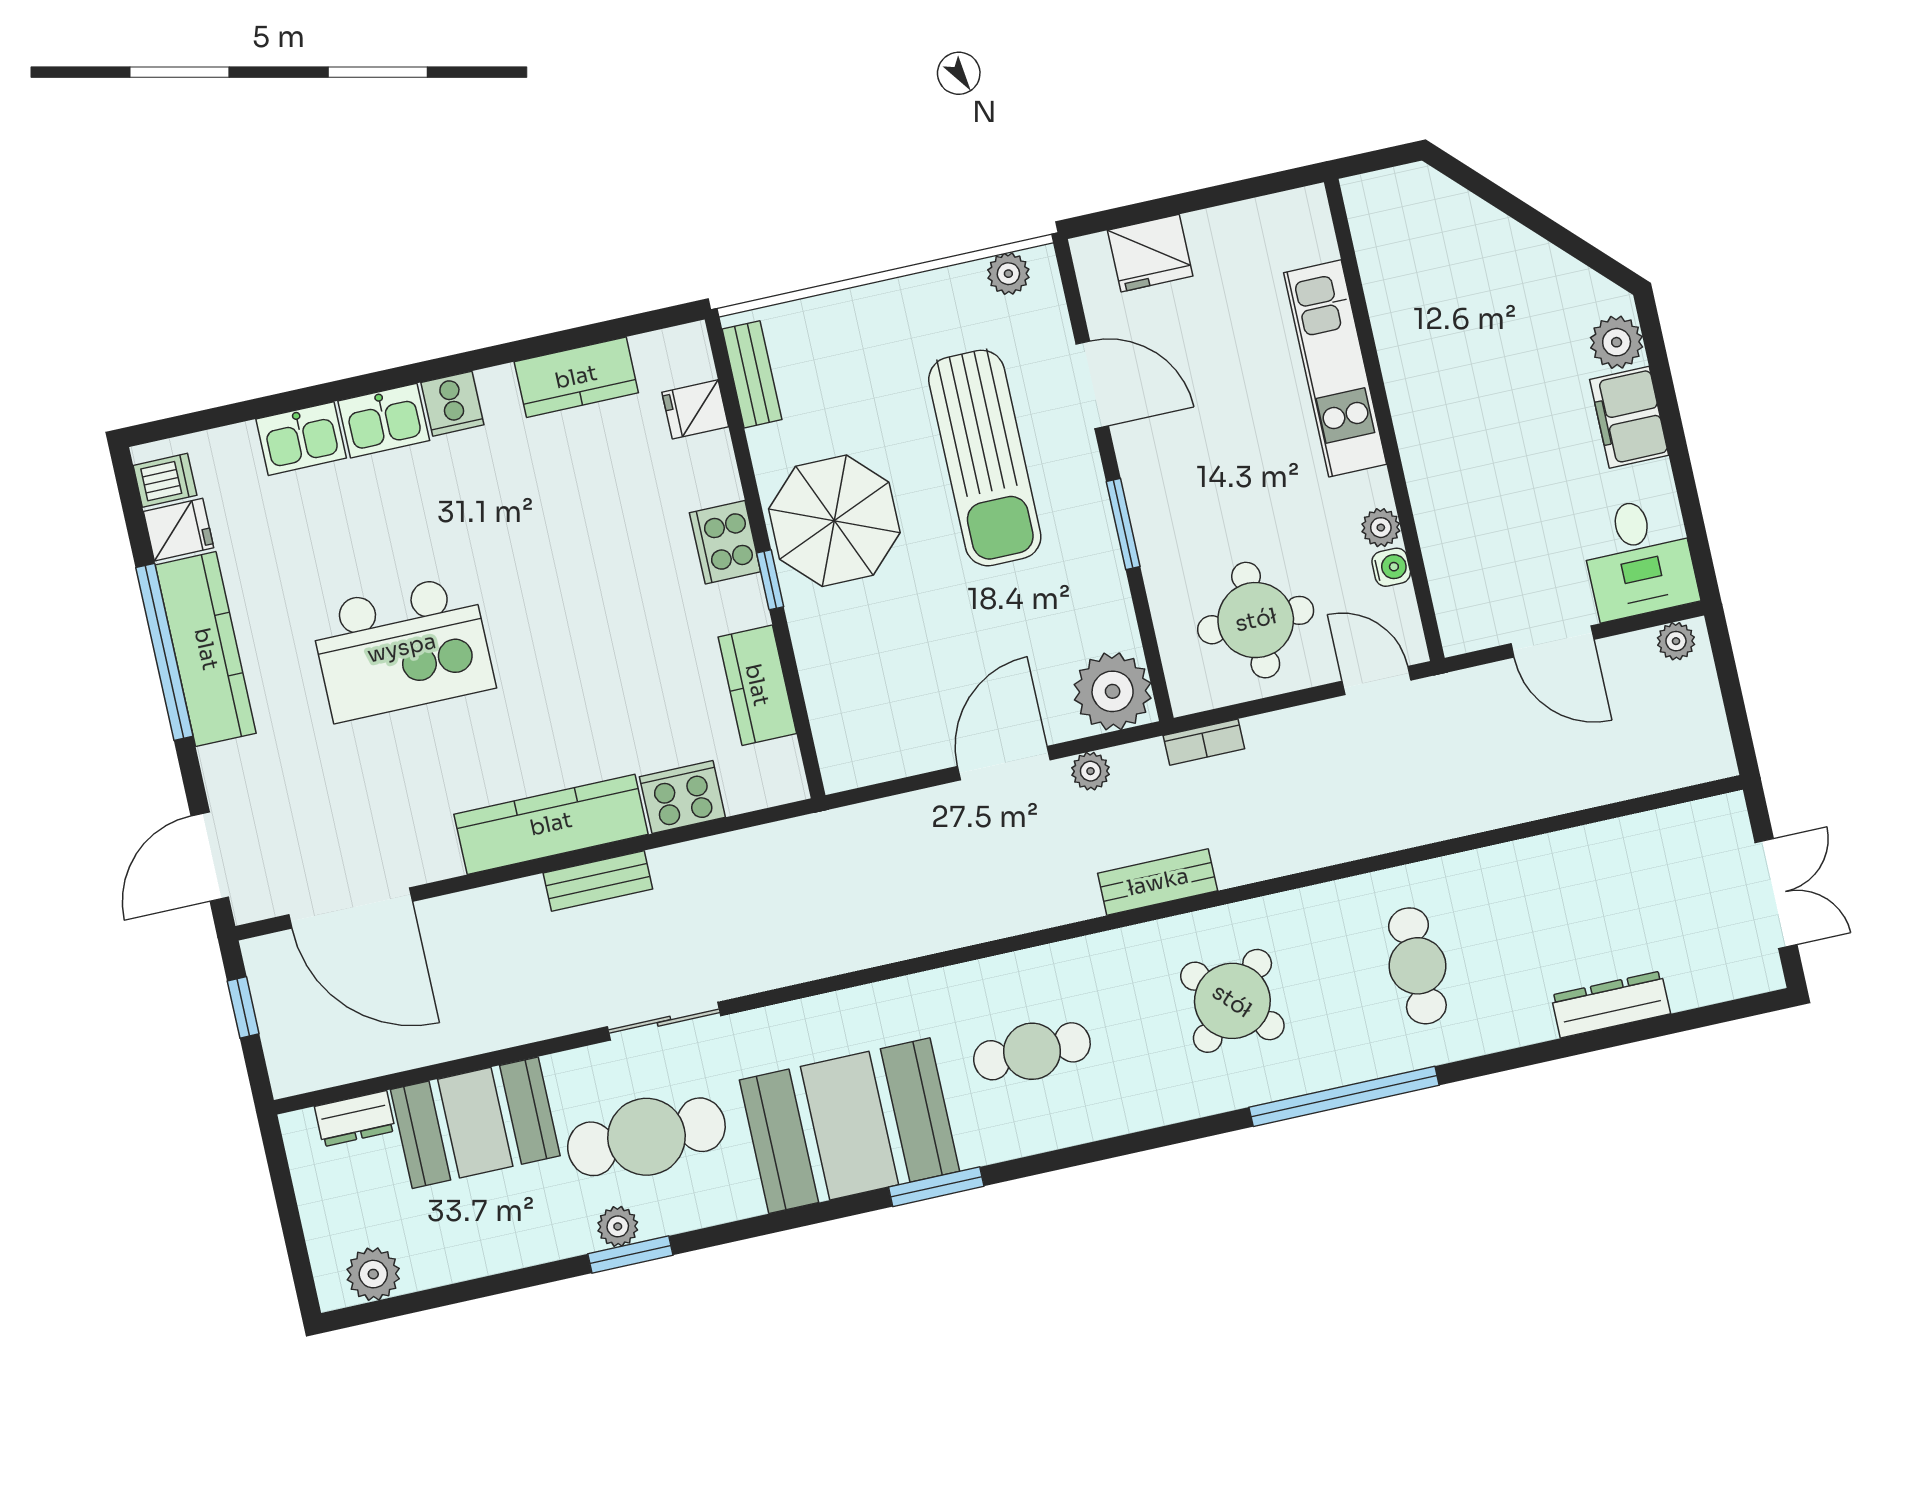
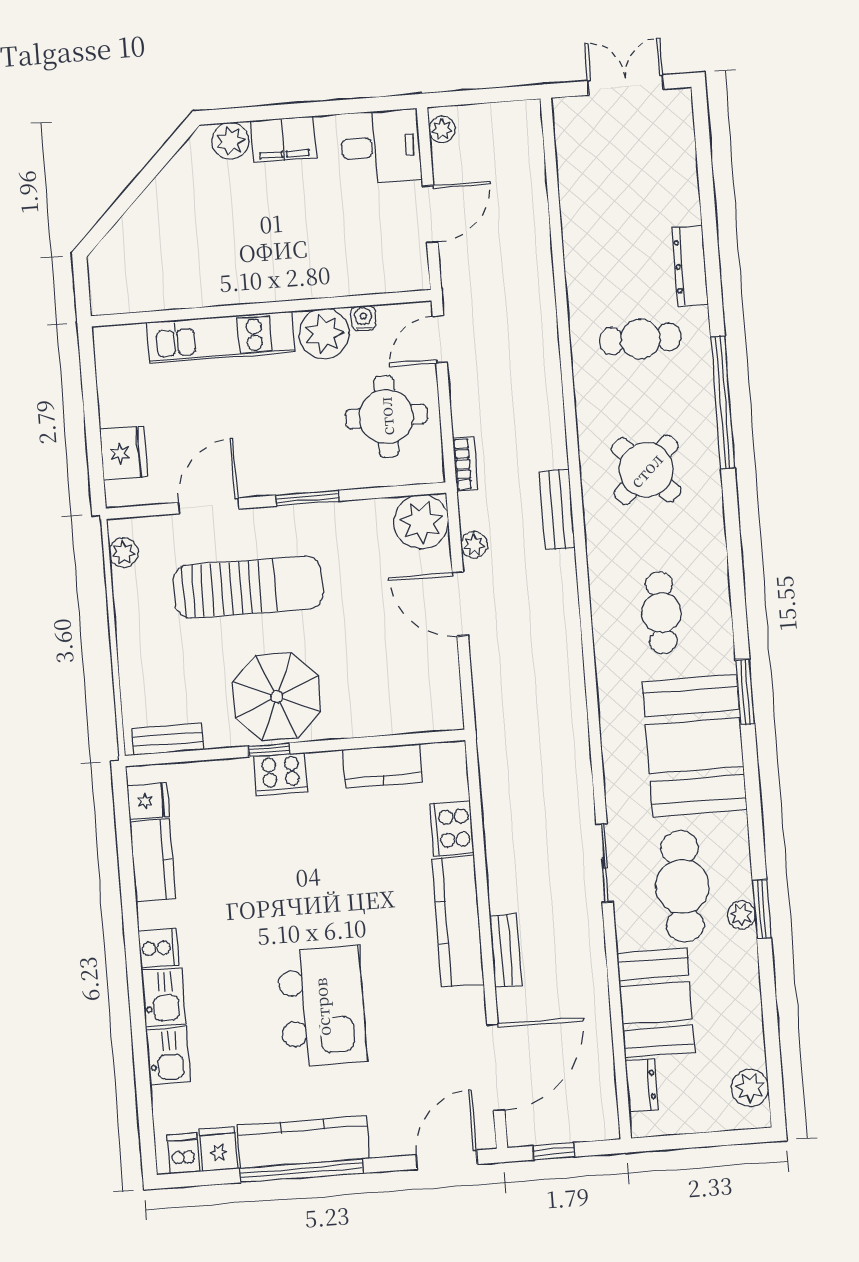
fridge: (695, 409) -> (148, 801), moved, turned -90
plant: (1381, 528) -> (324, 334), width x1.88, depth x1.88
window: (770, 580) -> (269, 750), moved
door: (210, 857) -> (447, 1160), swing flipped
bench: (598, 881) -> (506, 950), moved
dresser: (1611, 1004) -> (690, 266), moved

